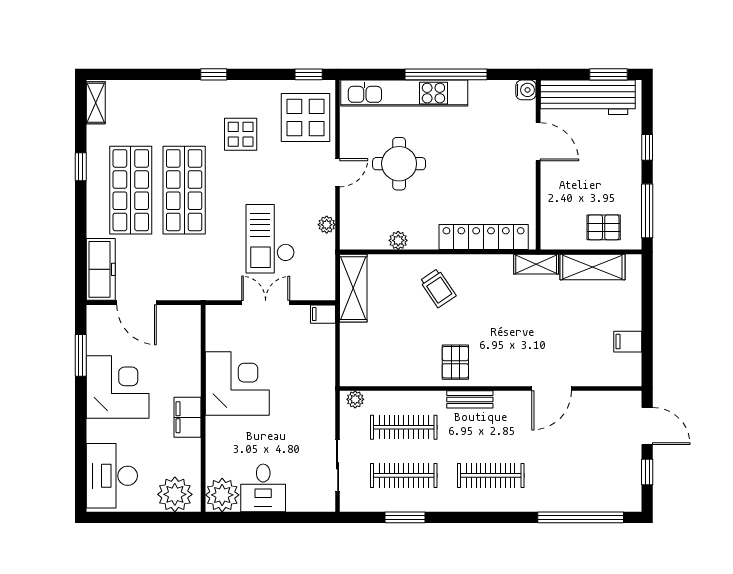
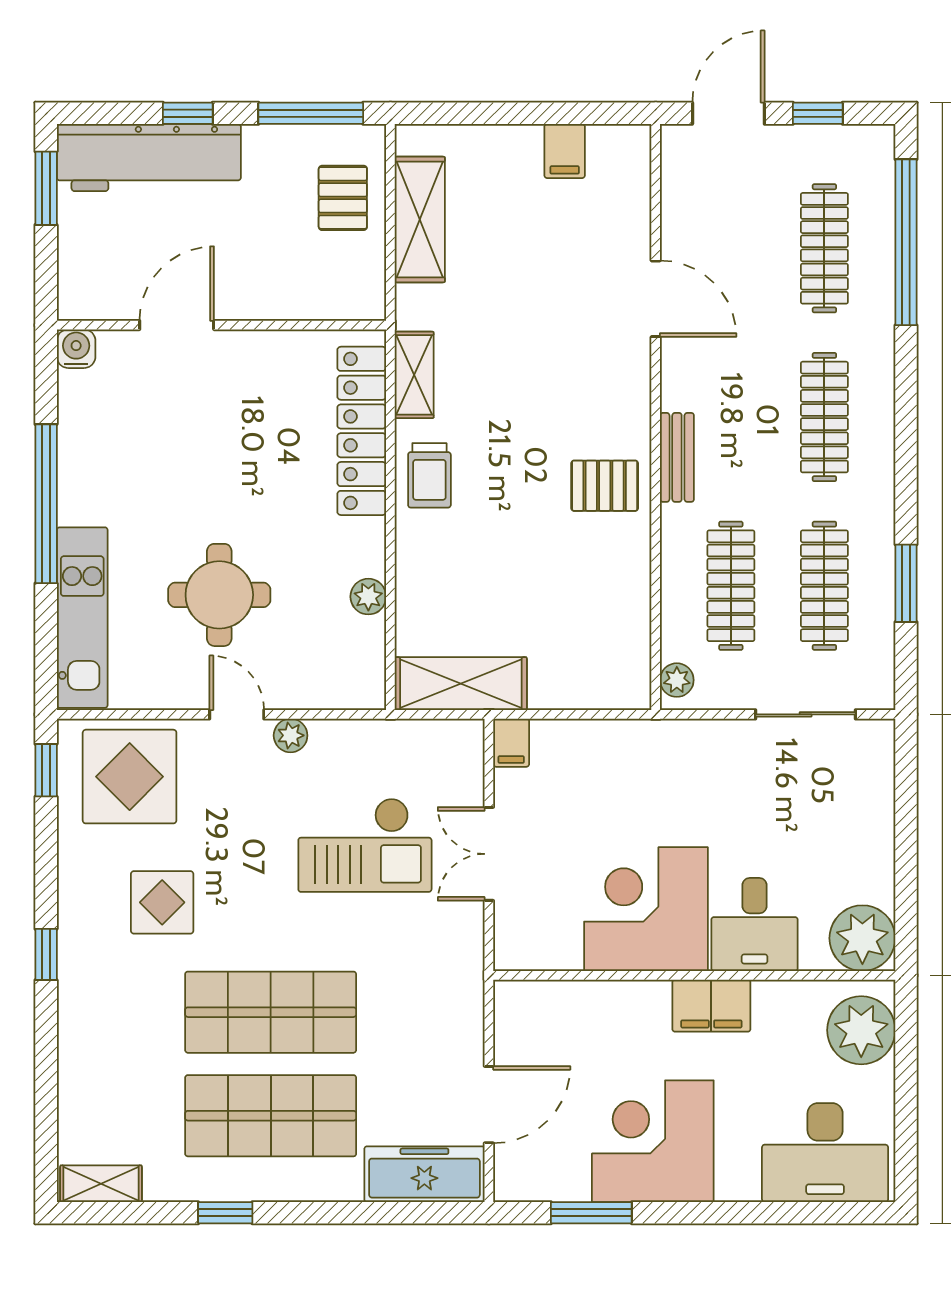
kitchen unit: (404, 93) -> (82, 618), width x0.73
workbench: (588, 97) -> (149, 158), moved, turned 90
plant: (327, 225) -> (291, 735), moved
shelving: (536, 264) -> (414, 375), moved
trolley: (438, 288) -> (429, 475), moved, turned 124
clothes rail: (578, 475) -> (824, 248), added
desk: (263, 488) -> (755, 924), moved, turned 90

